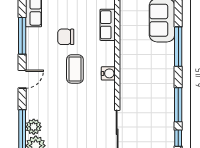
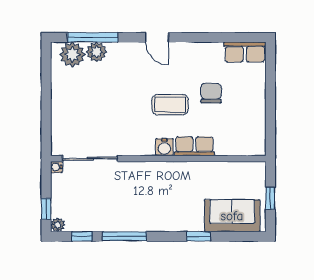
row of seats: (108, 25) -> (194, 146), moved
window: (22, 36) -> (212, 37), removed
window: (178, 47) -> (199, 236), width x0.46

